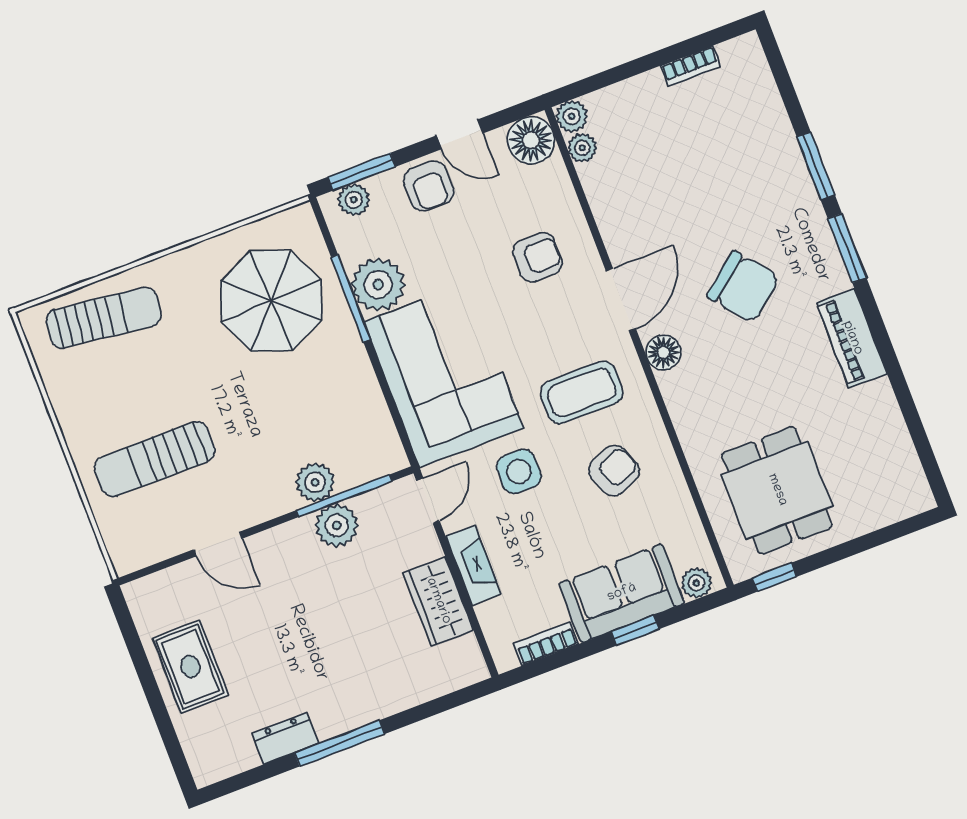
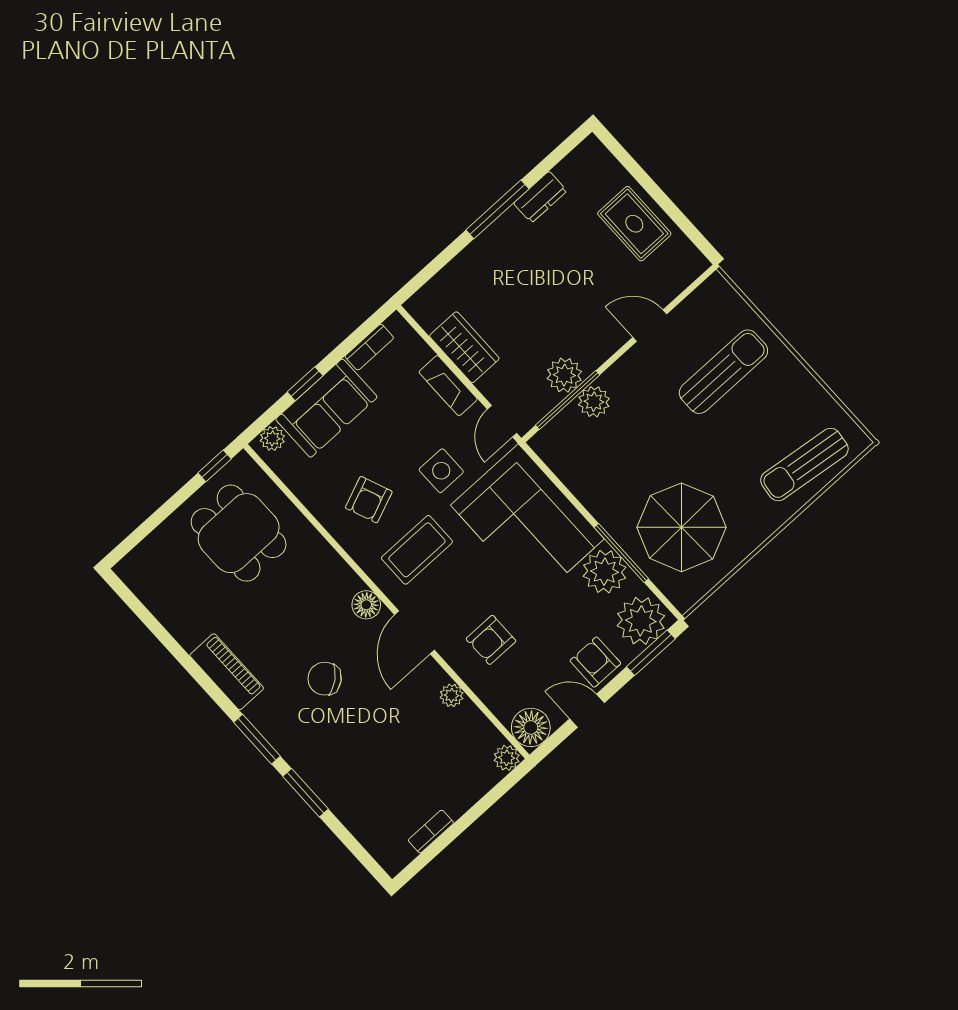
plant: (582, 148) -> (452, 695), moved
plant: (354, 200) -> (641, 621), width x1.87, depth x1.87
chair: (743, 287) -> (325, 679), width x0.73, depth x0.73

